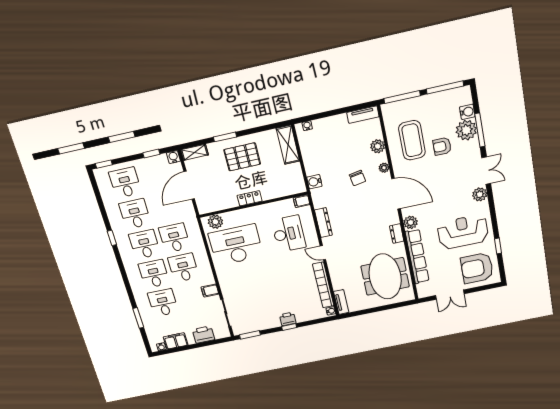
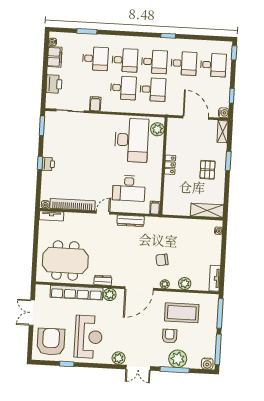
water cooler: (467, 112) -> (207, 364), moved
pallet: (242, 157) -> (208, 170), width x0.67, depth x0.71
water cooler: (314, 182) -> (169, 223), removed

